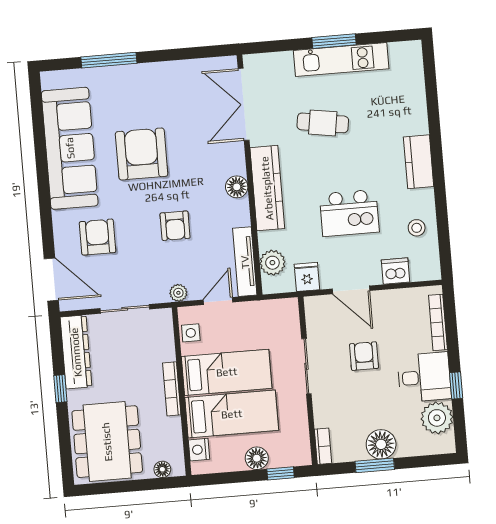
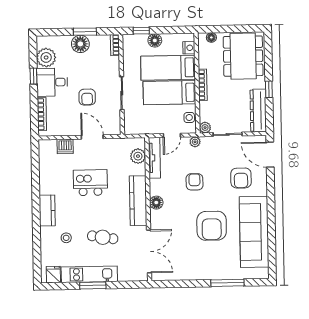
stool: (417, 228) -> (66, 238), moved
fridge: (307, 277) -> (53, 275), moved, turned 180
plant: (163, 318) -> (205, 128), added

